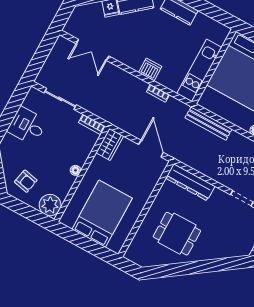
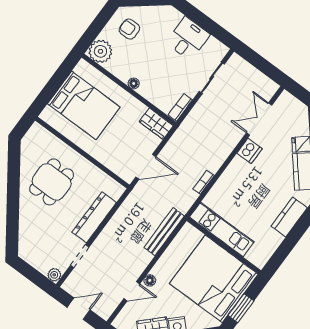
dishwasher: (150, 69) -> (250, 151), moved
armchair: (26, 181) -> (129, 29), turned 78
dresser: (190, 182) -> (94, 217), moved

